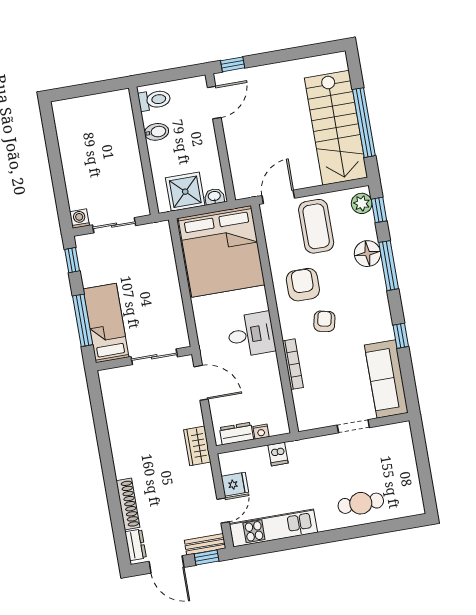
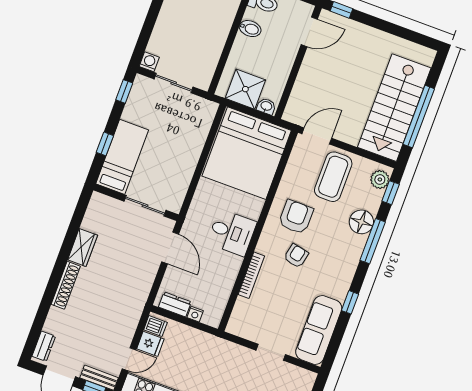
window: (83, 320) -> (105, 144), width x0.46
wardrobe: (197, 446) -> (83, 247), moved, turned 180
dishwasher: (278, 454) -> (155, 326), moved, turned -90
shoe rack: (128, 504) -> (66, 285), moved

